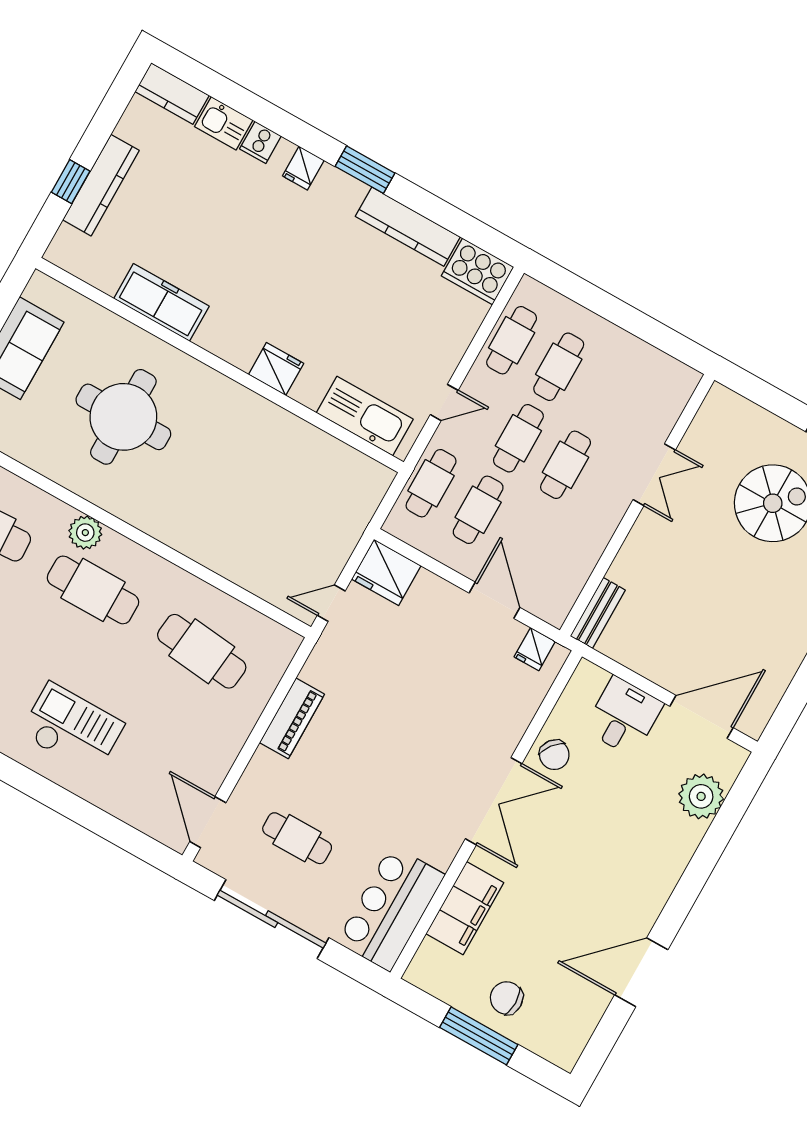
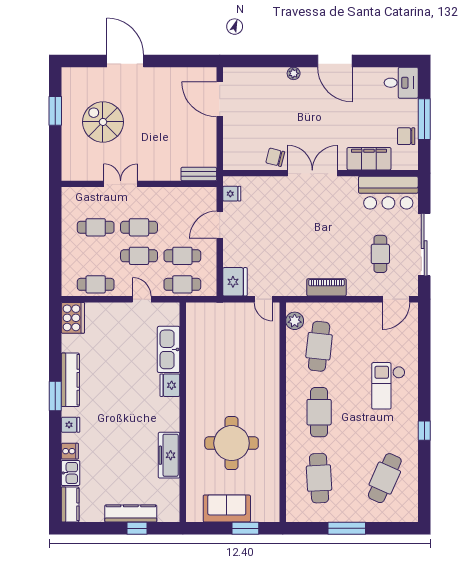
kitchen counter: (408, 227) -> (70, 380), moved
cafe table: (559, 367) -> (96, 227), moved
kitchen sink: (365, 416) -> (169, 349), moved
plant: (85, 533) -> (295, 321), moved
desk: (624, 716) -> (401, 83), moved, turned 180
chair: (554, 755) -> (275, 157), turned -114
plant: (701, 796) -> (294, 73), moved, width x0.53, depth x0.53
door: (641, 972) -> (335, 61), moved
chair: (507, 998) -> (406, 136), moved, turned 90

